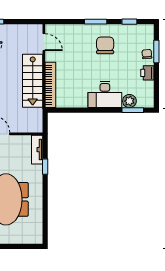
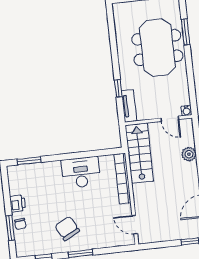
chair: (105, 45) -> (67, 228), turned 152
stairs: (33, 81) -> (139, 153), moved
desk: (105, 95) -> (81, 172), moved
plant: (129, 101) -> (34, 170), removed

